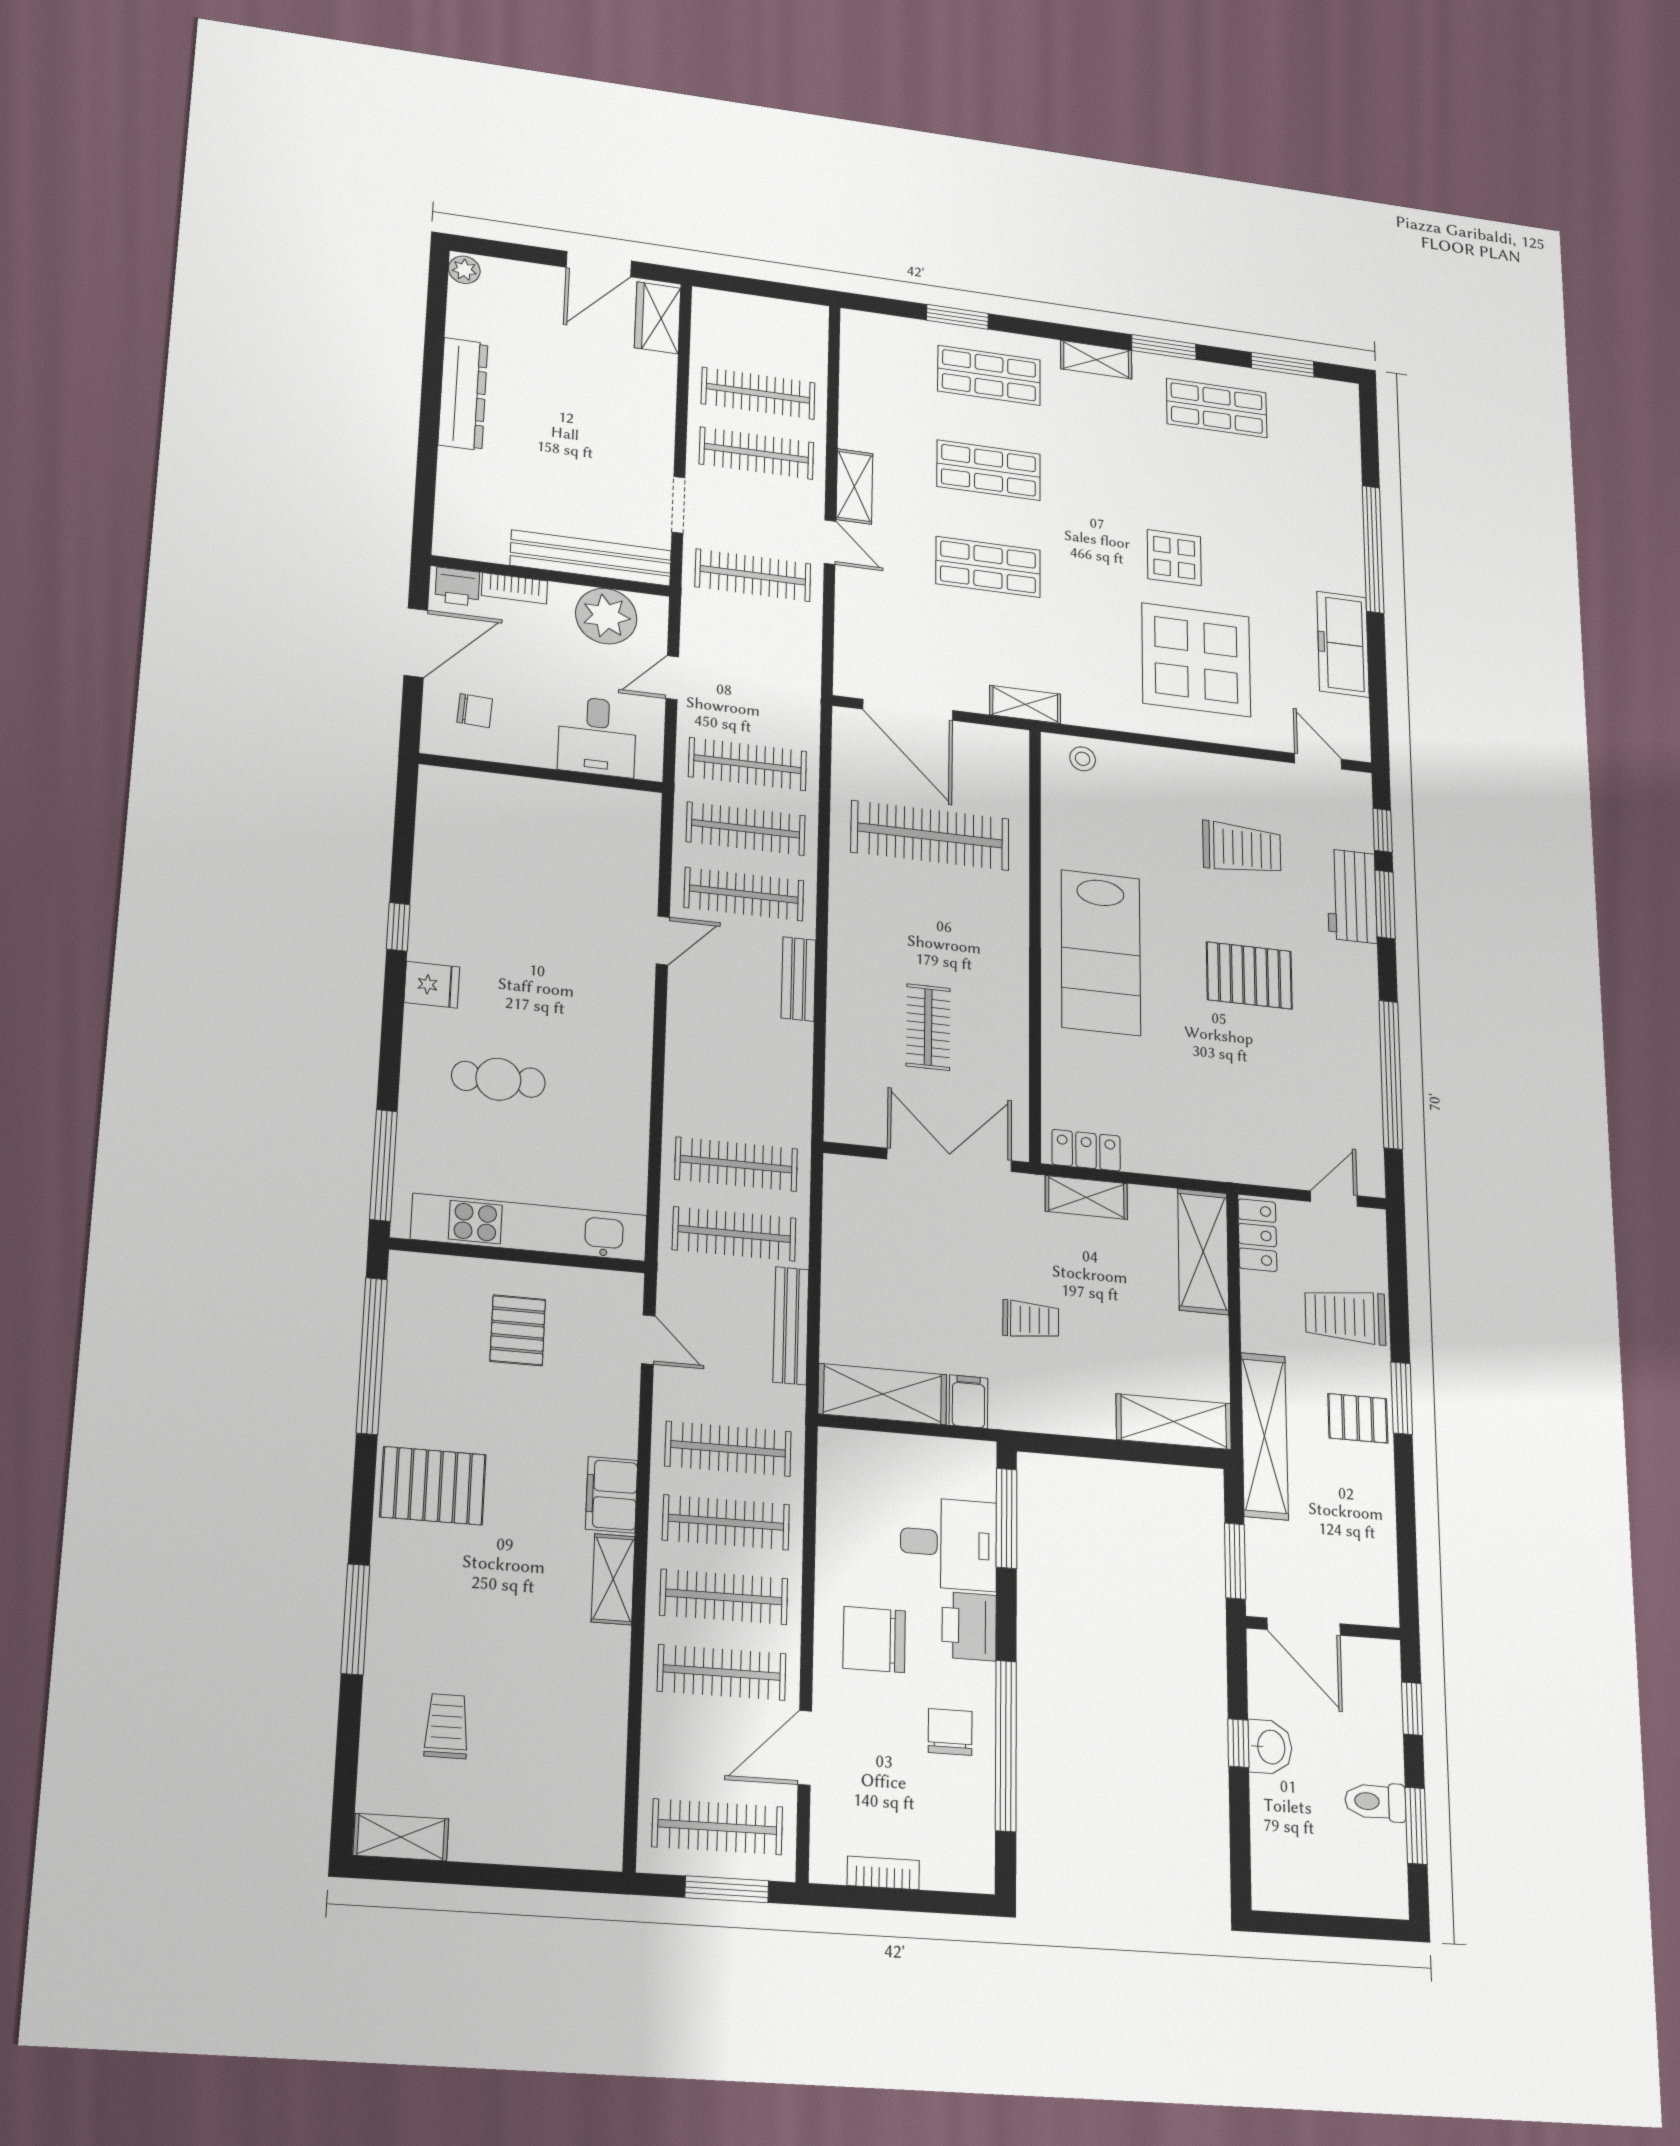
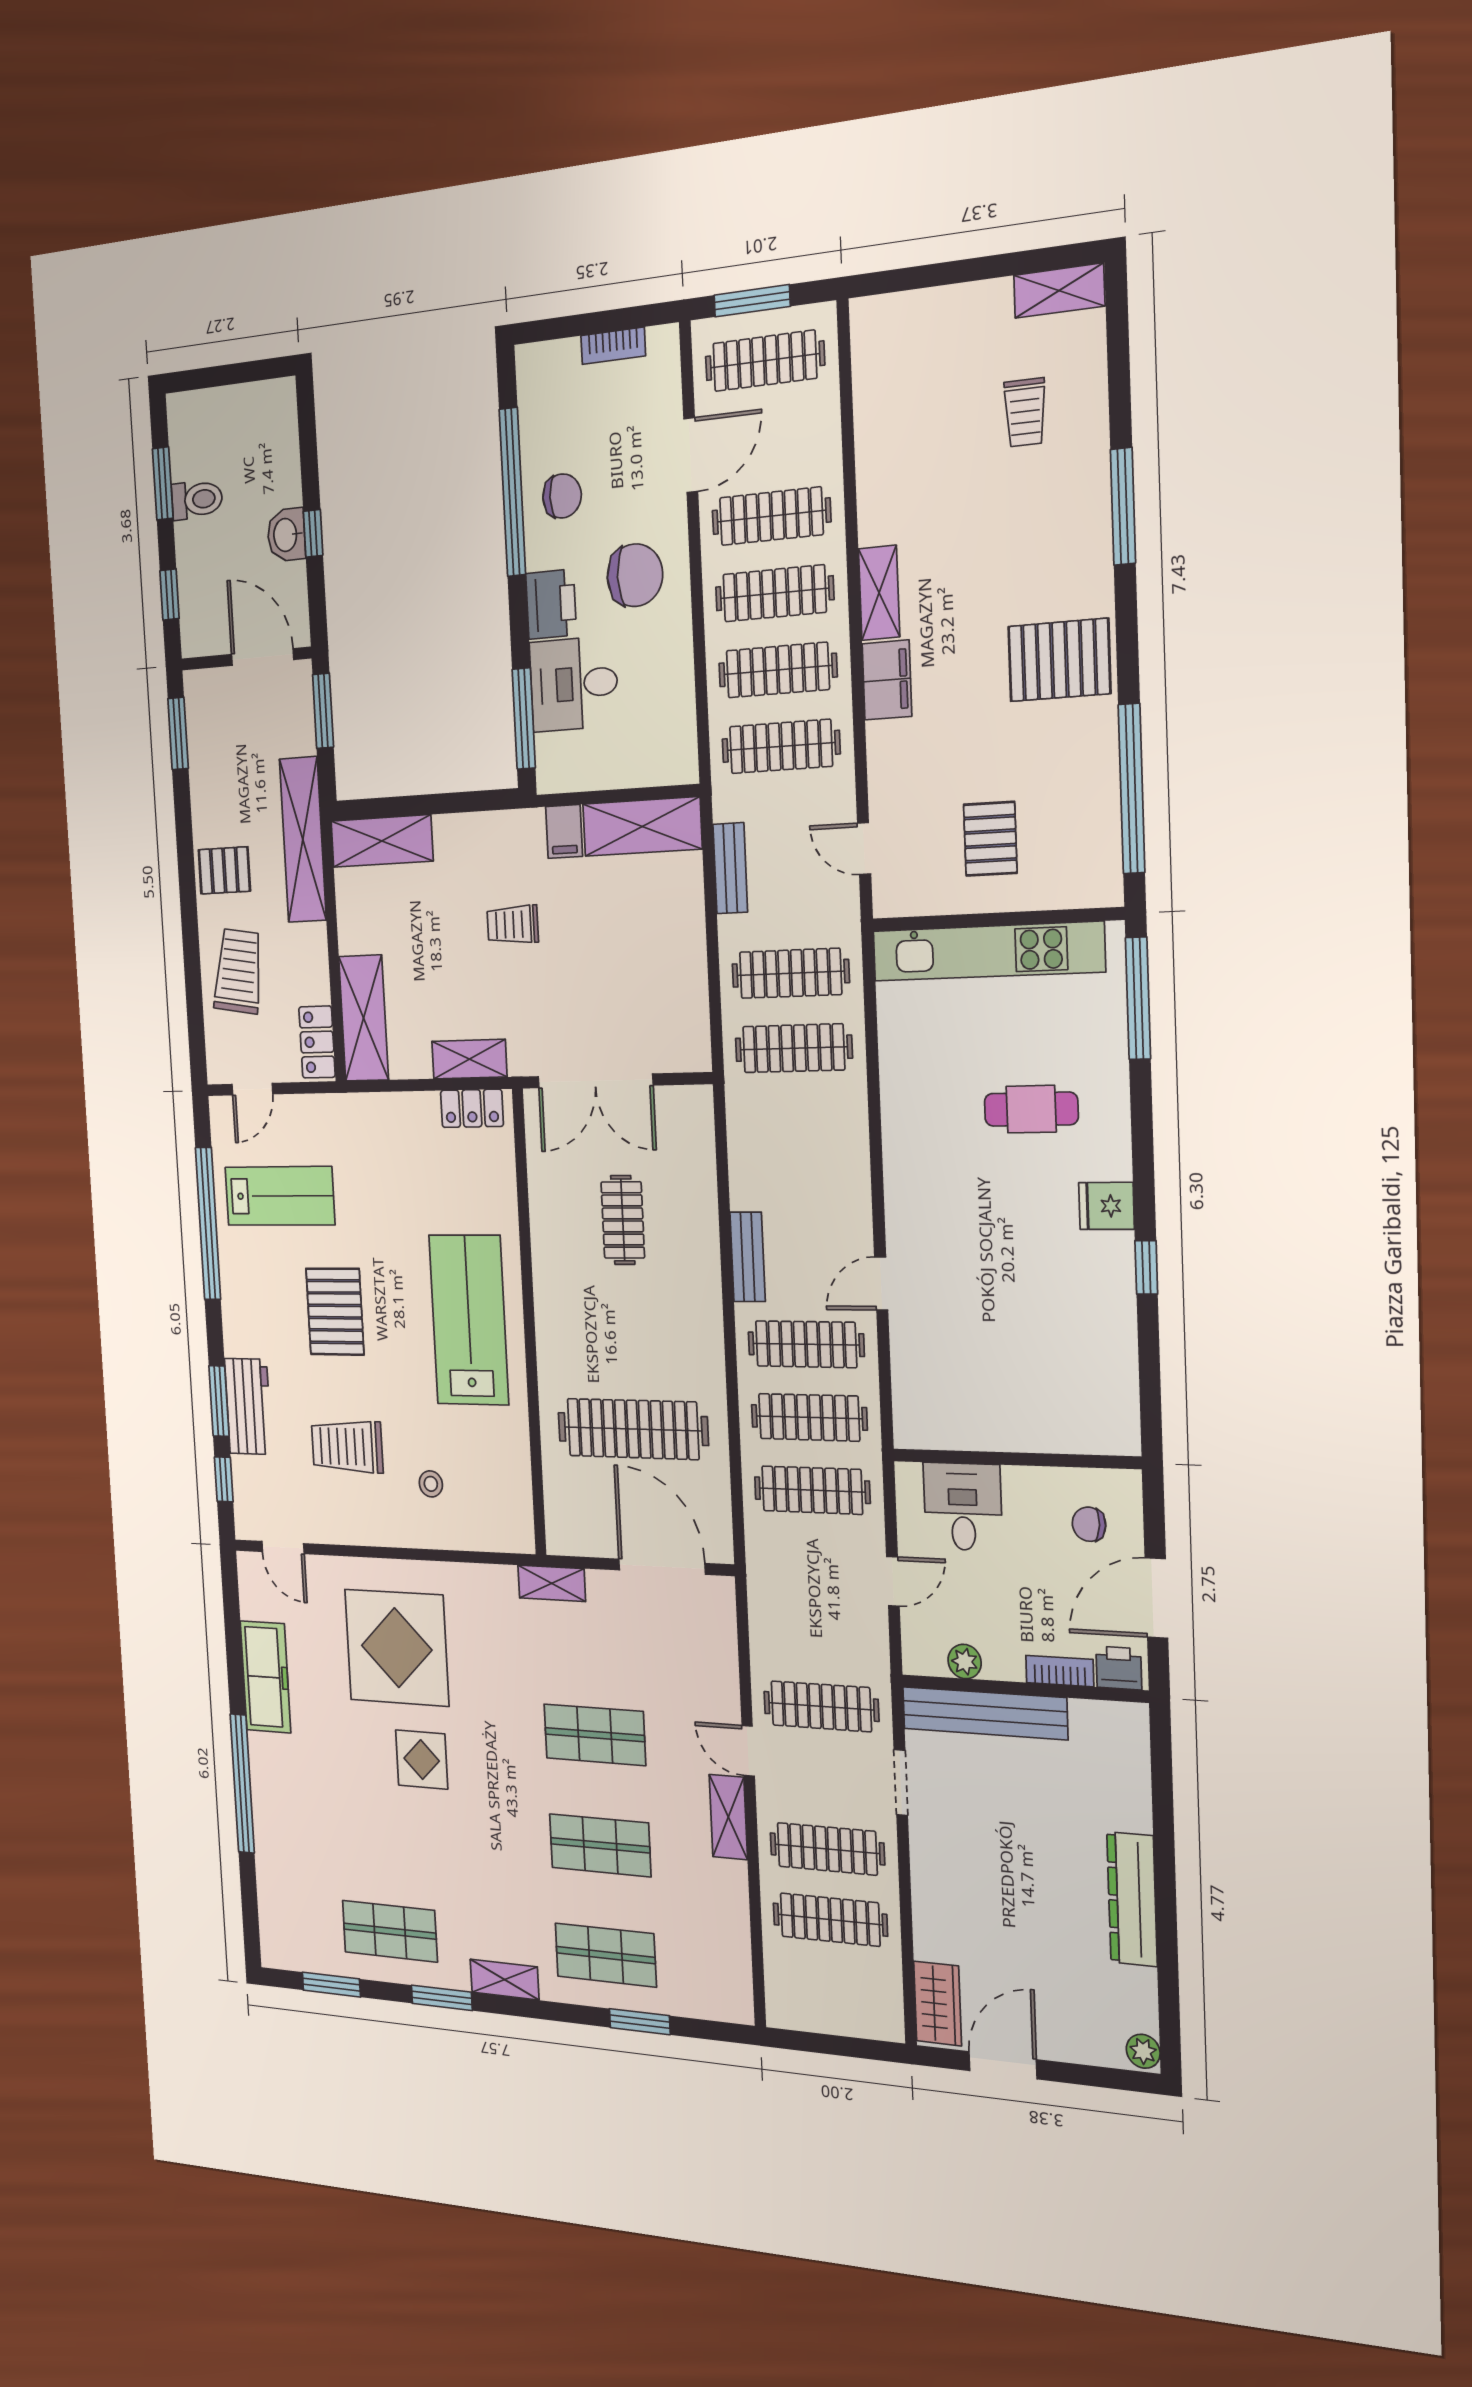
plant: (606, 616) -> (965, 1662), width x0.53, depth x0.53
stool: (1083, 759) -> (431, 1484), moved
pallet: (1249, 975) -> (335, 1312), turned 90
lab bench: (1307, 1092) -> (280, 1196), added
trolley: (1345, 1316) -> (238, 971), turned -81
bench: (791, 1326) -> (730, 868), width x0.73
window: (1402, 1398) -> (178, 733), moved
chair: (950, 1732) -> (562, 496), turned -90

